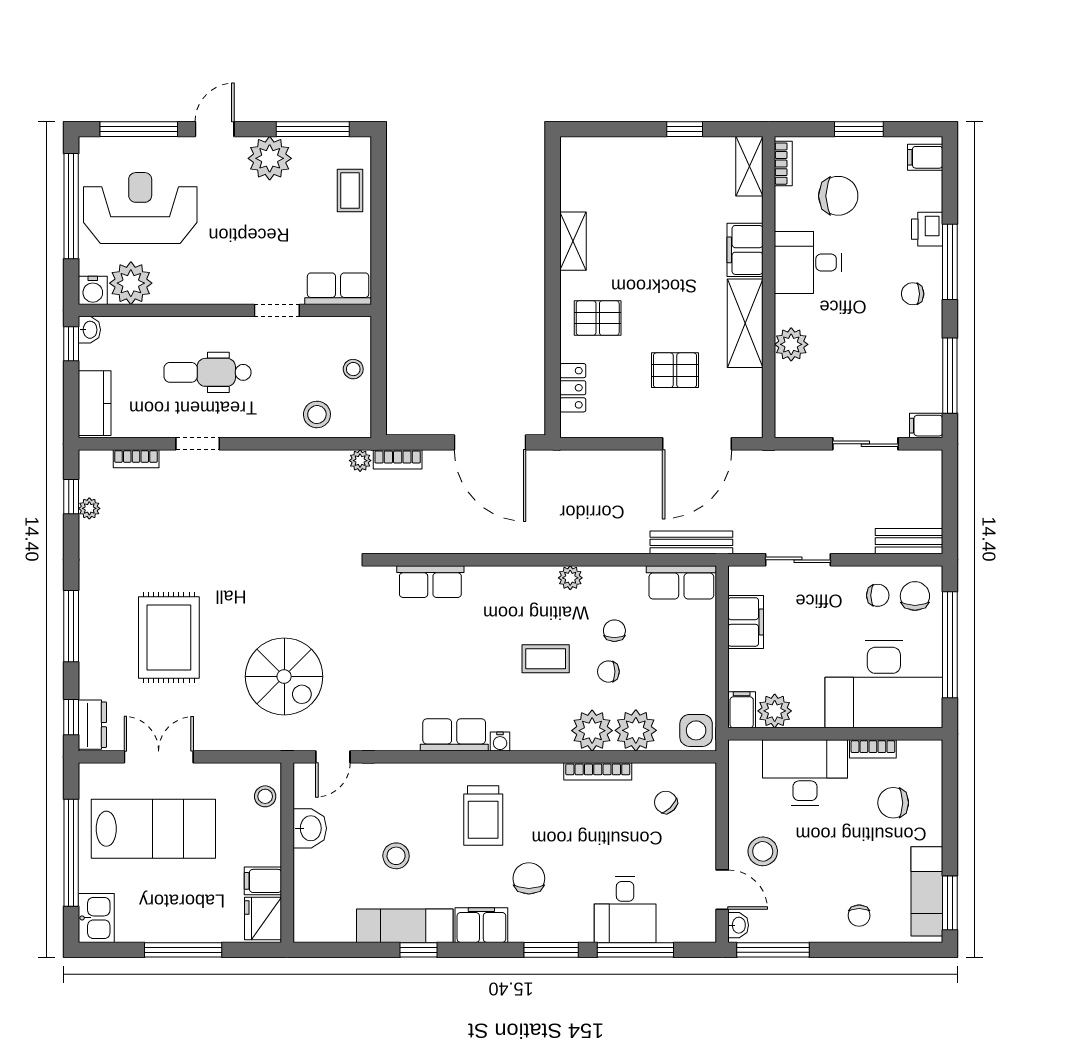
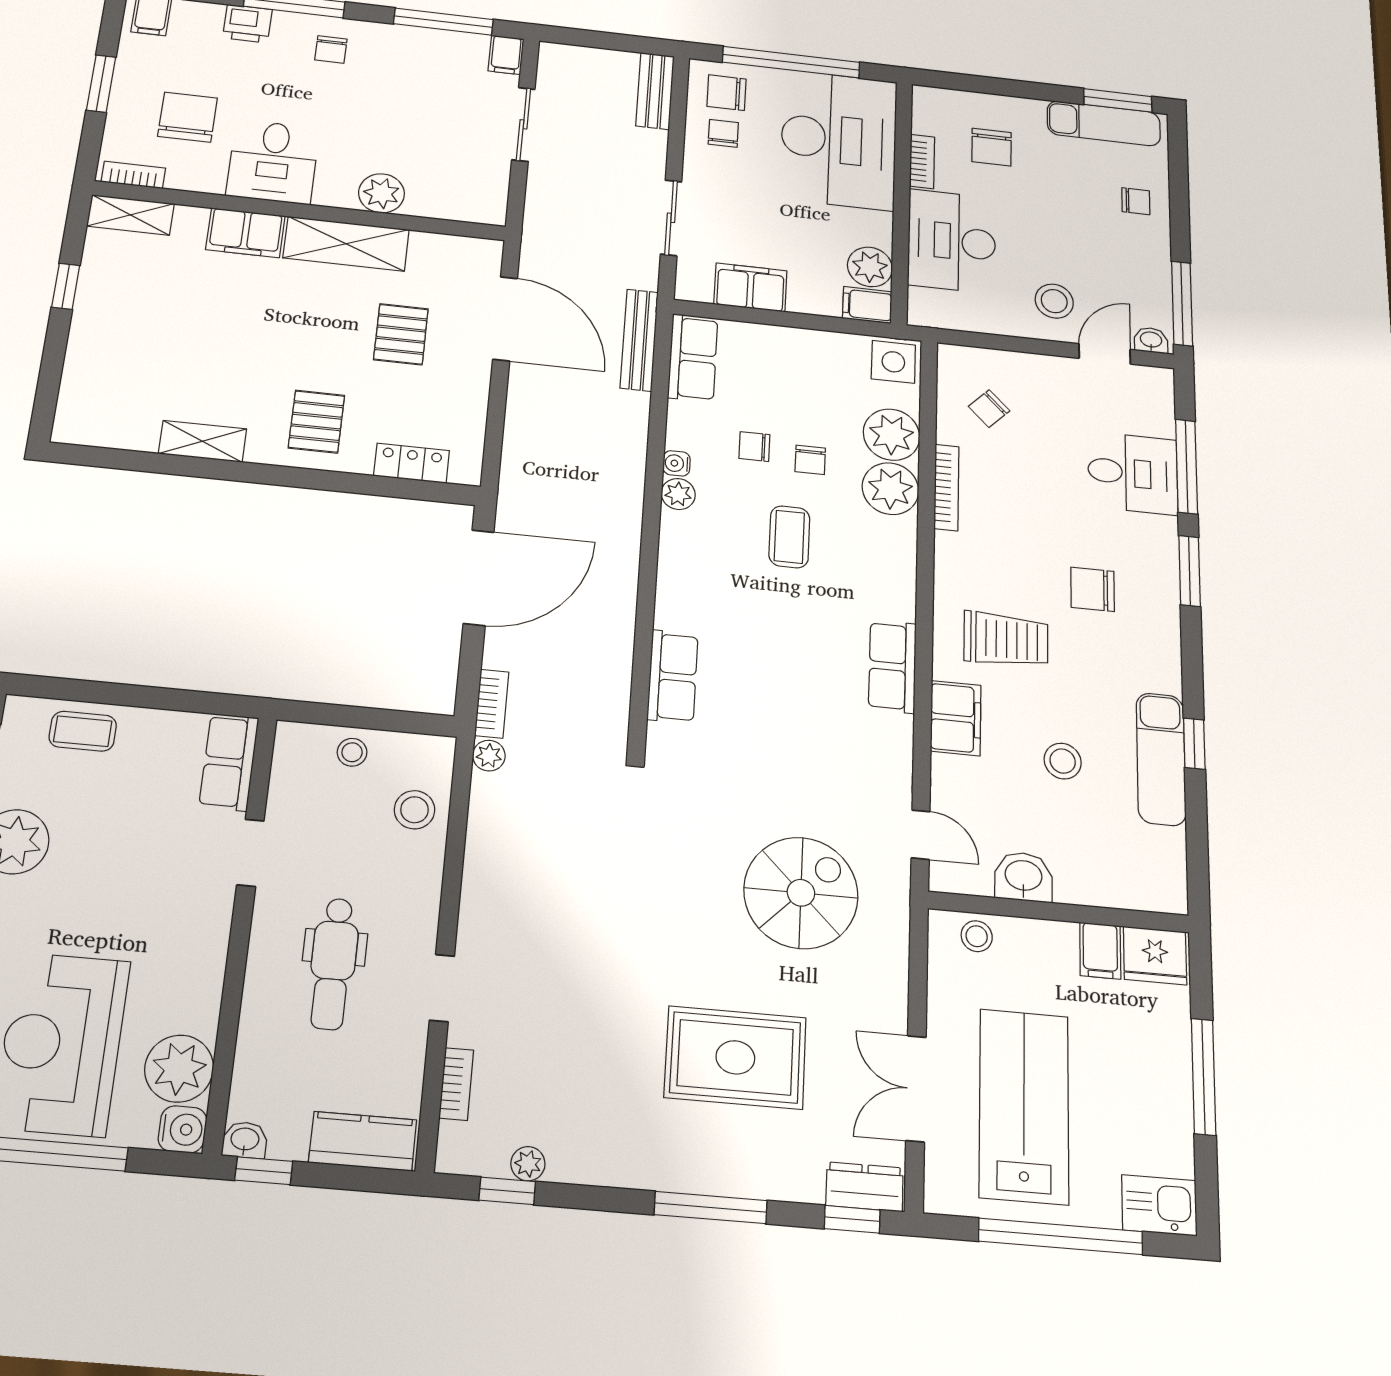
water cooler: (500, 741) -> (677, 463), moved, turned 180
filing cabinet: (481, 925) -> (956, 718), moved, turned 180

